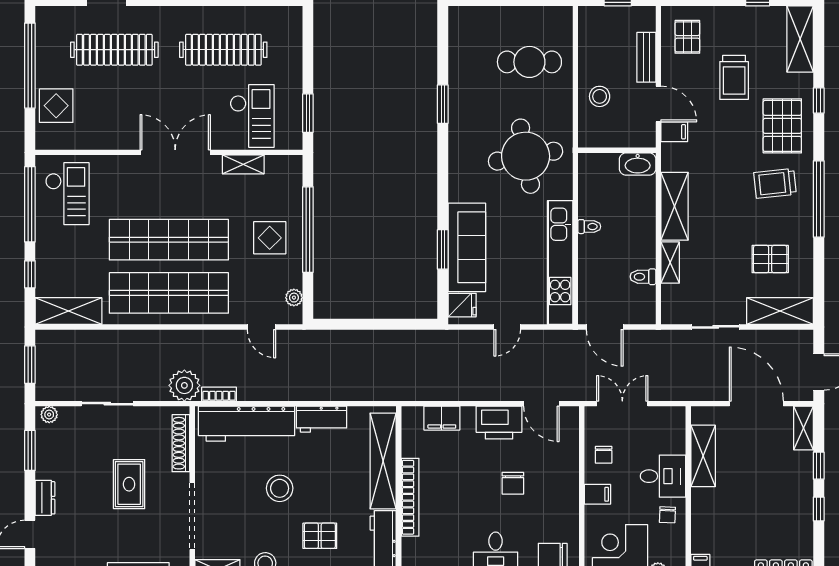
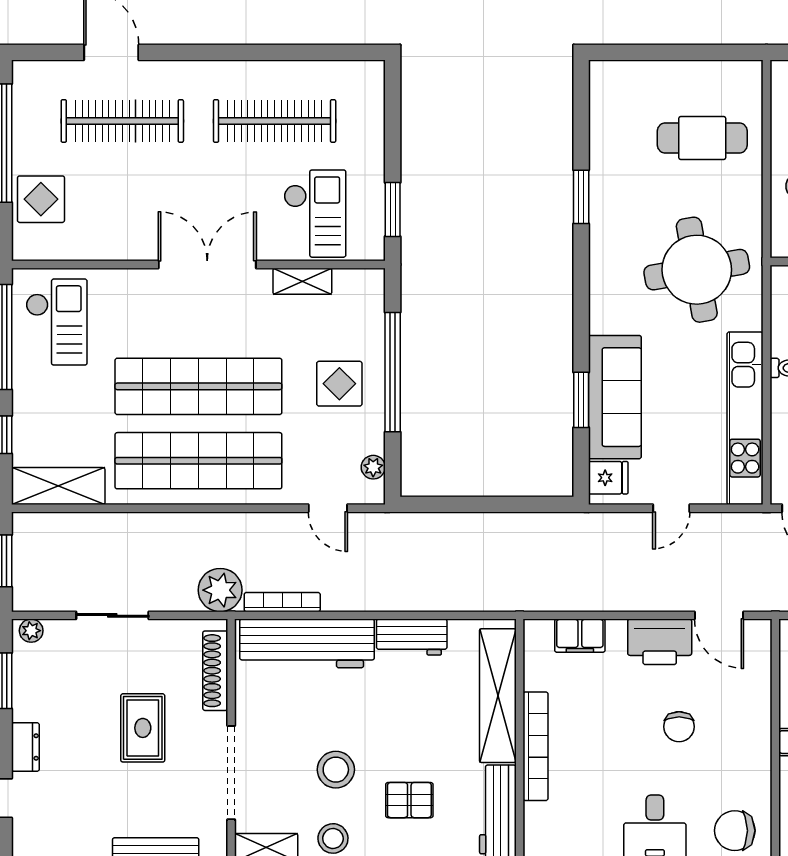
bookcase: (219, 394) -> (282, 602), width x1.56
stool: (280, 488) -> (336, 770), moved

